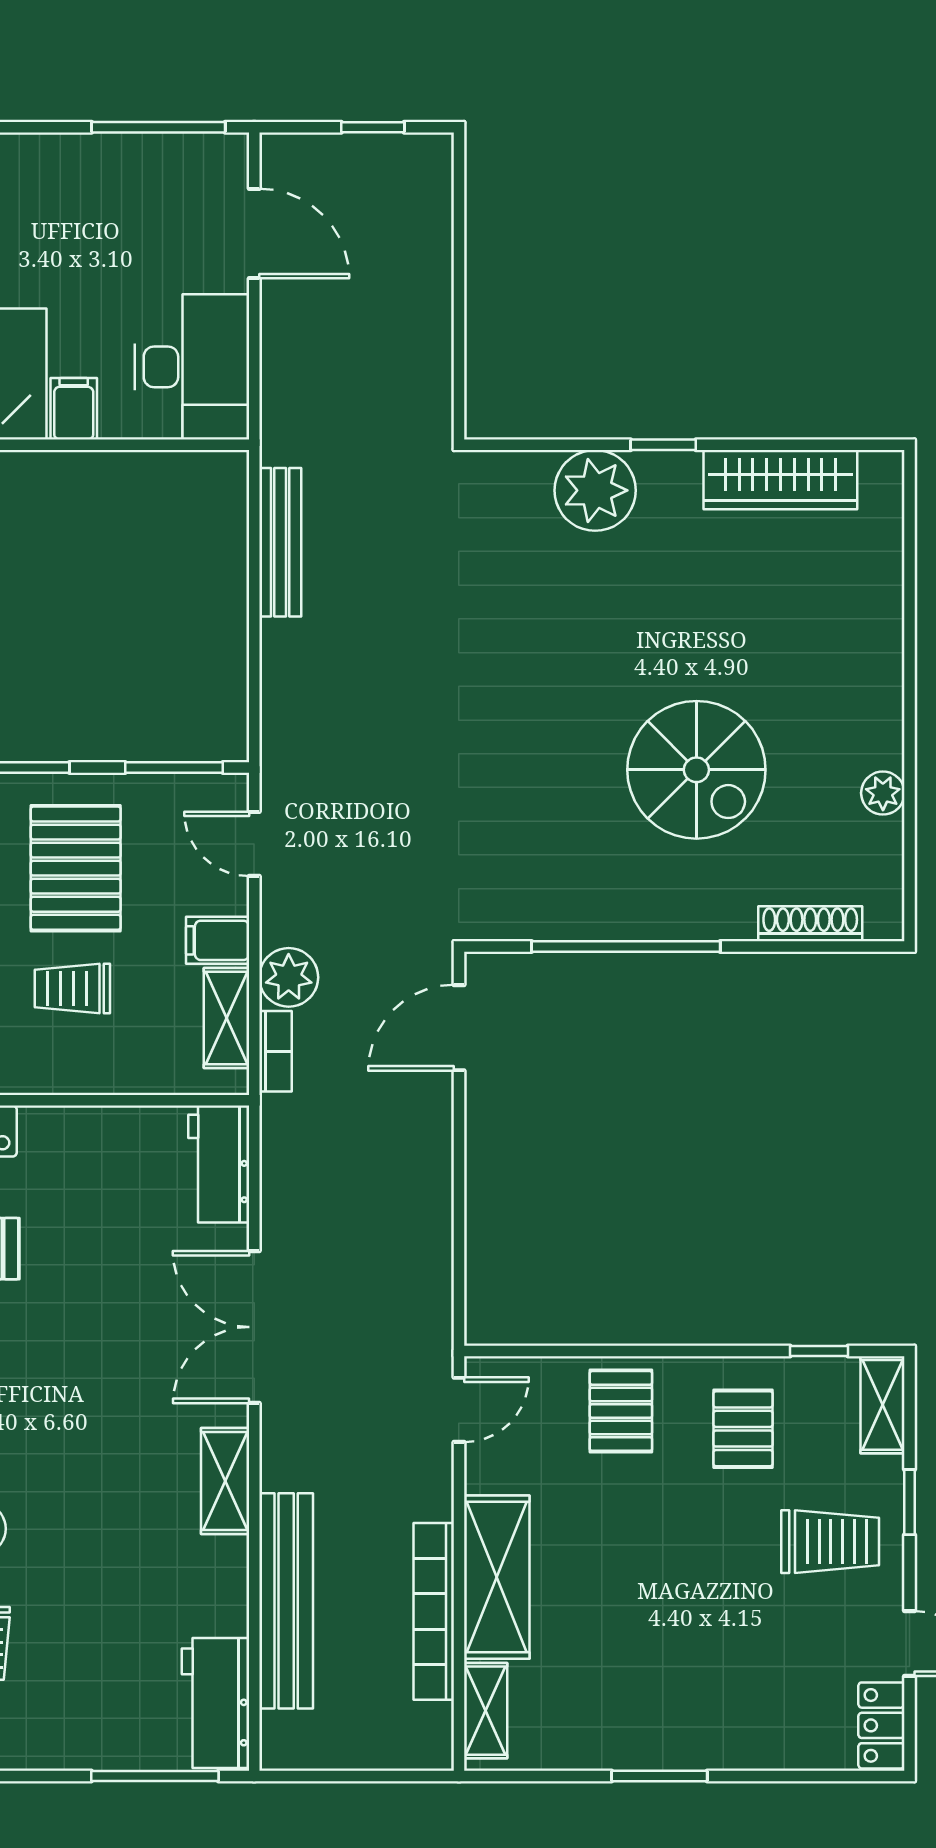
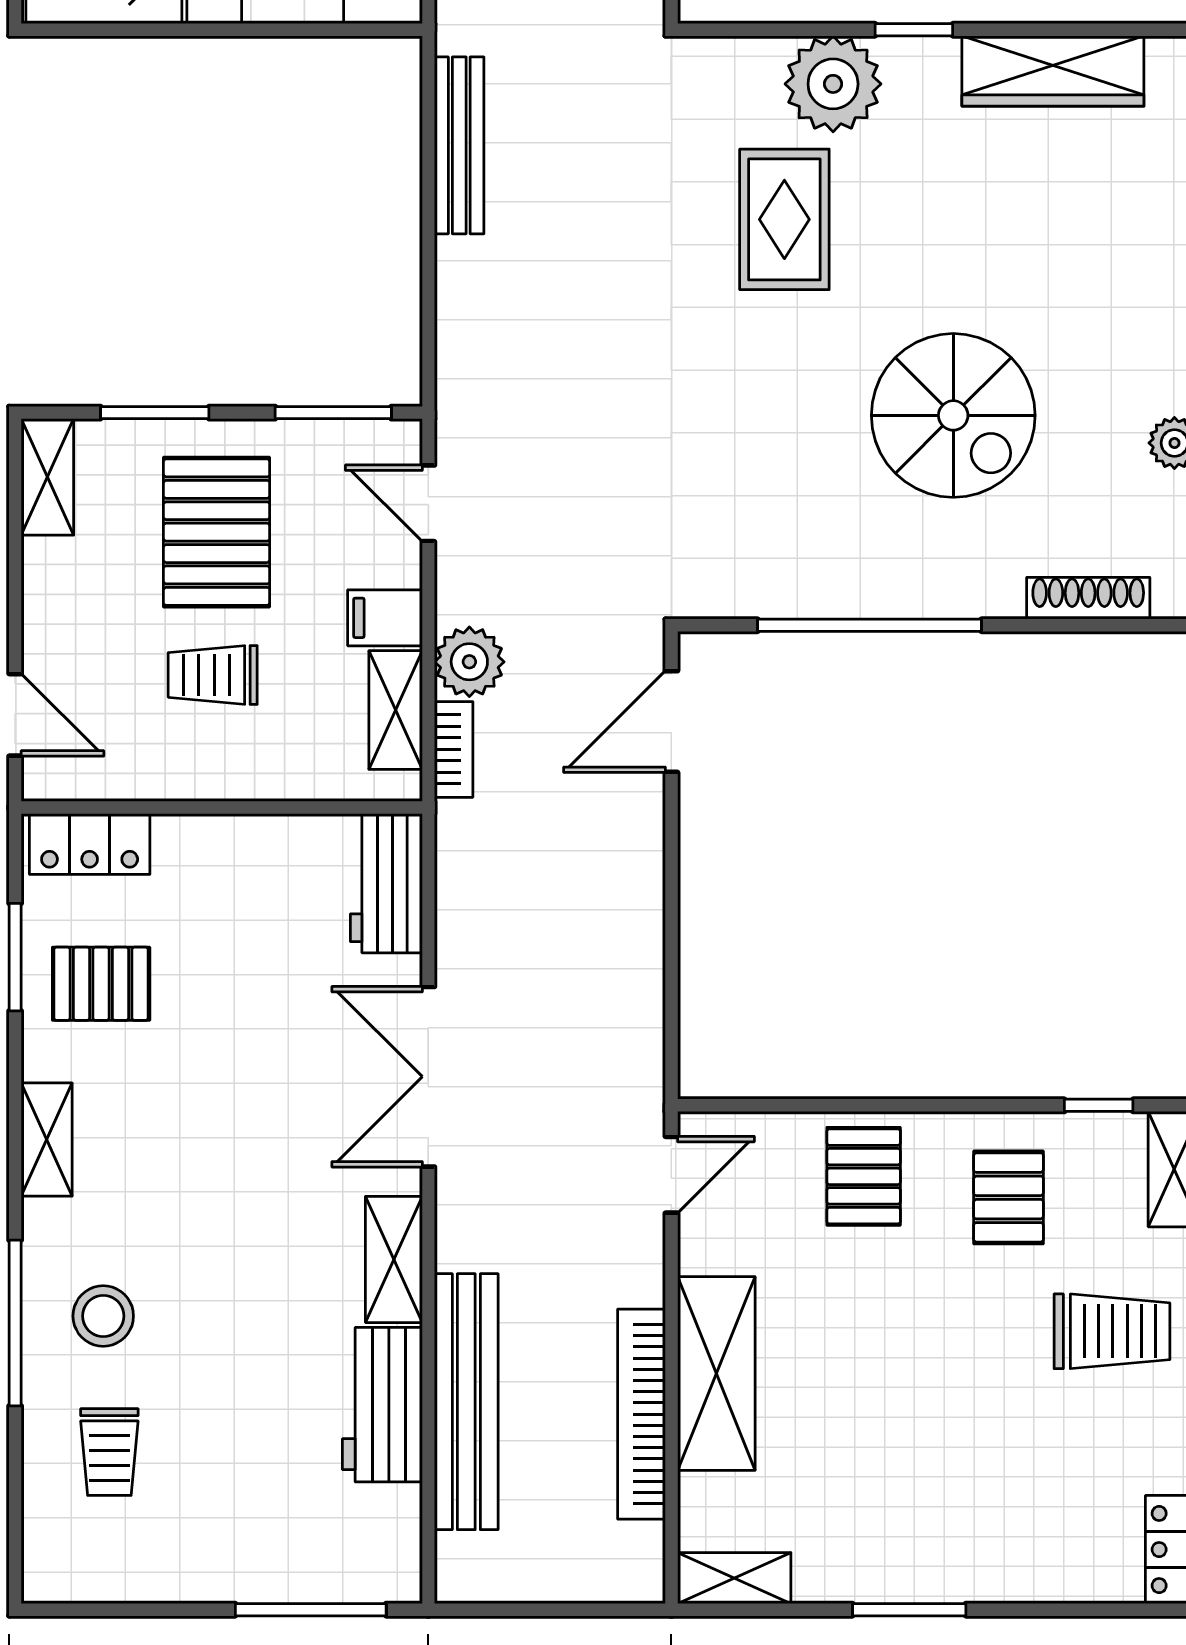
rug: (554, 605) -> (784, 219), added
workbench: (215, 1703) -> (382, 1405), moved
shelving: (486, 1711) -> (734, 1578), moved, turned 90

